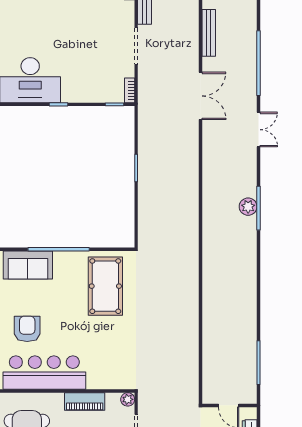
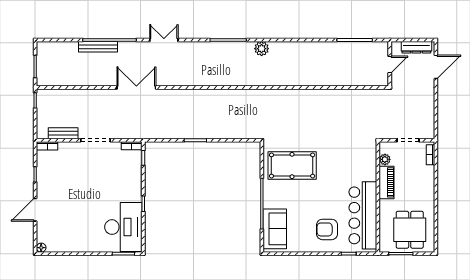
bench: (209, 33) -> (98, 47), moved
plant: (248, 207) -> (262, 49), moved
plant: (128, 399) -> (385, 159), moved

